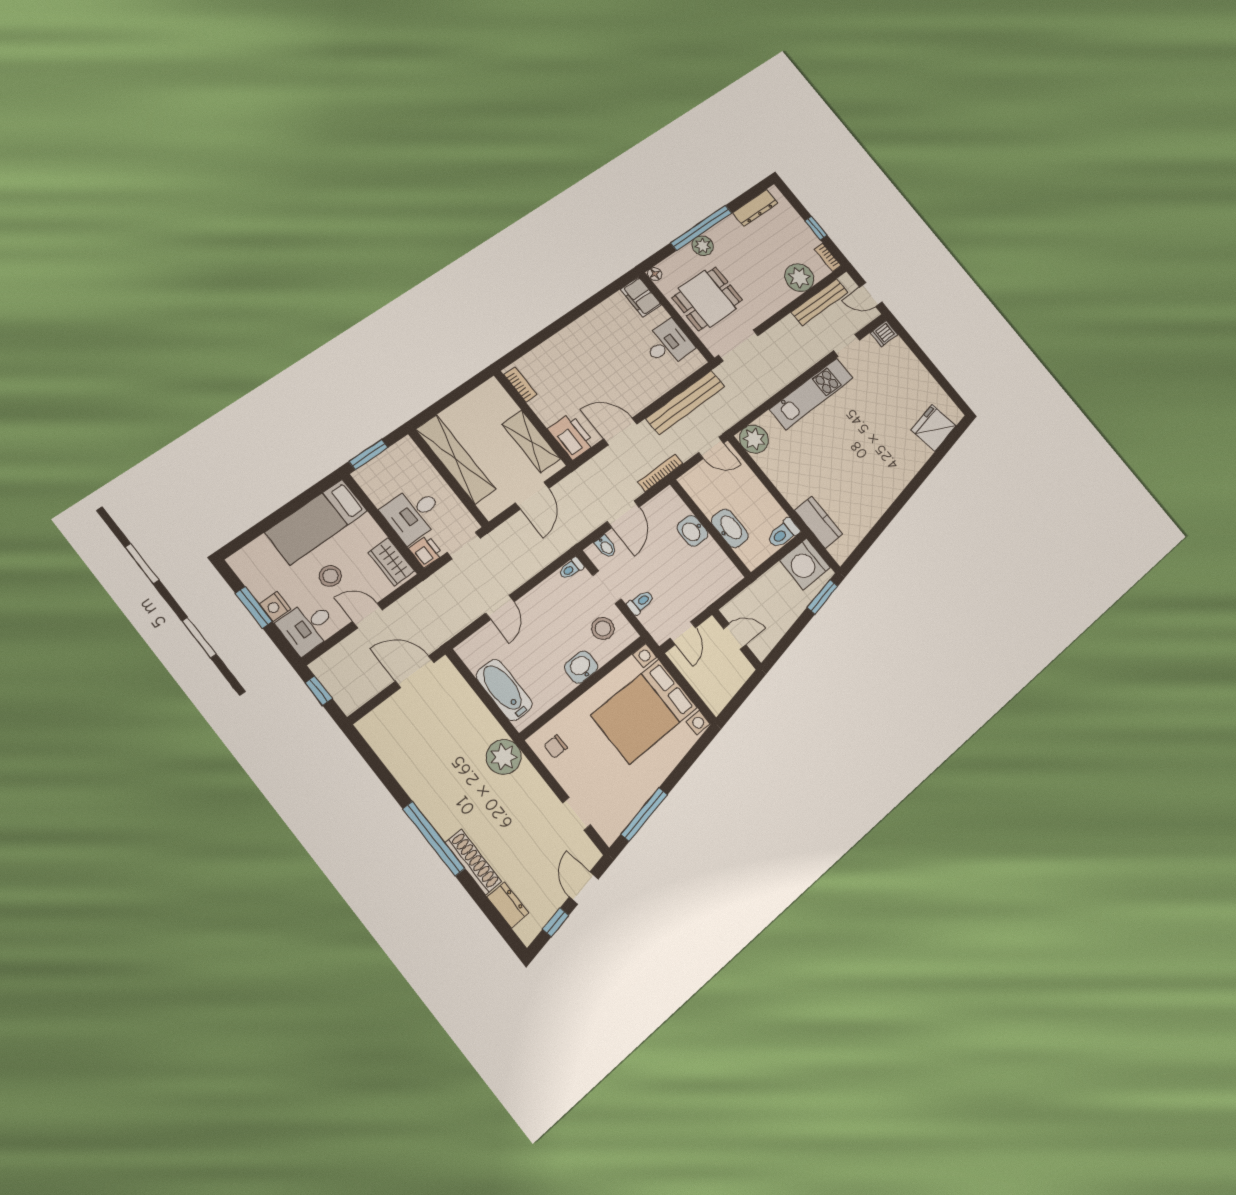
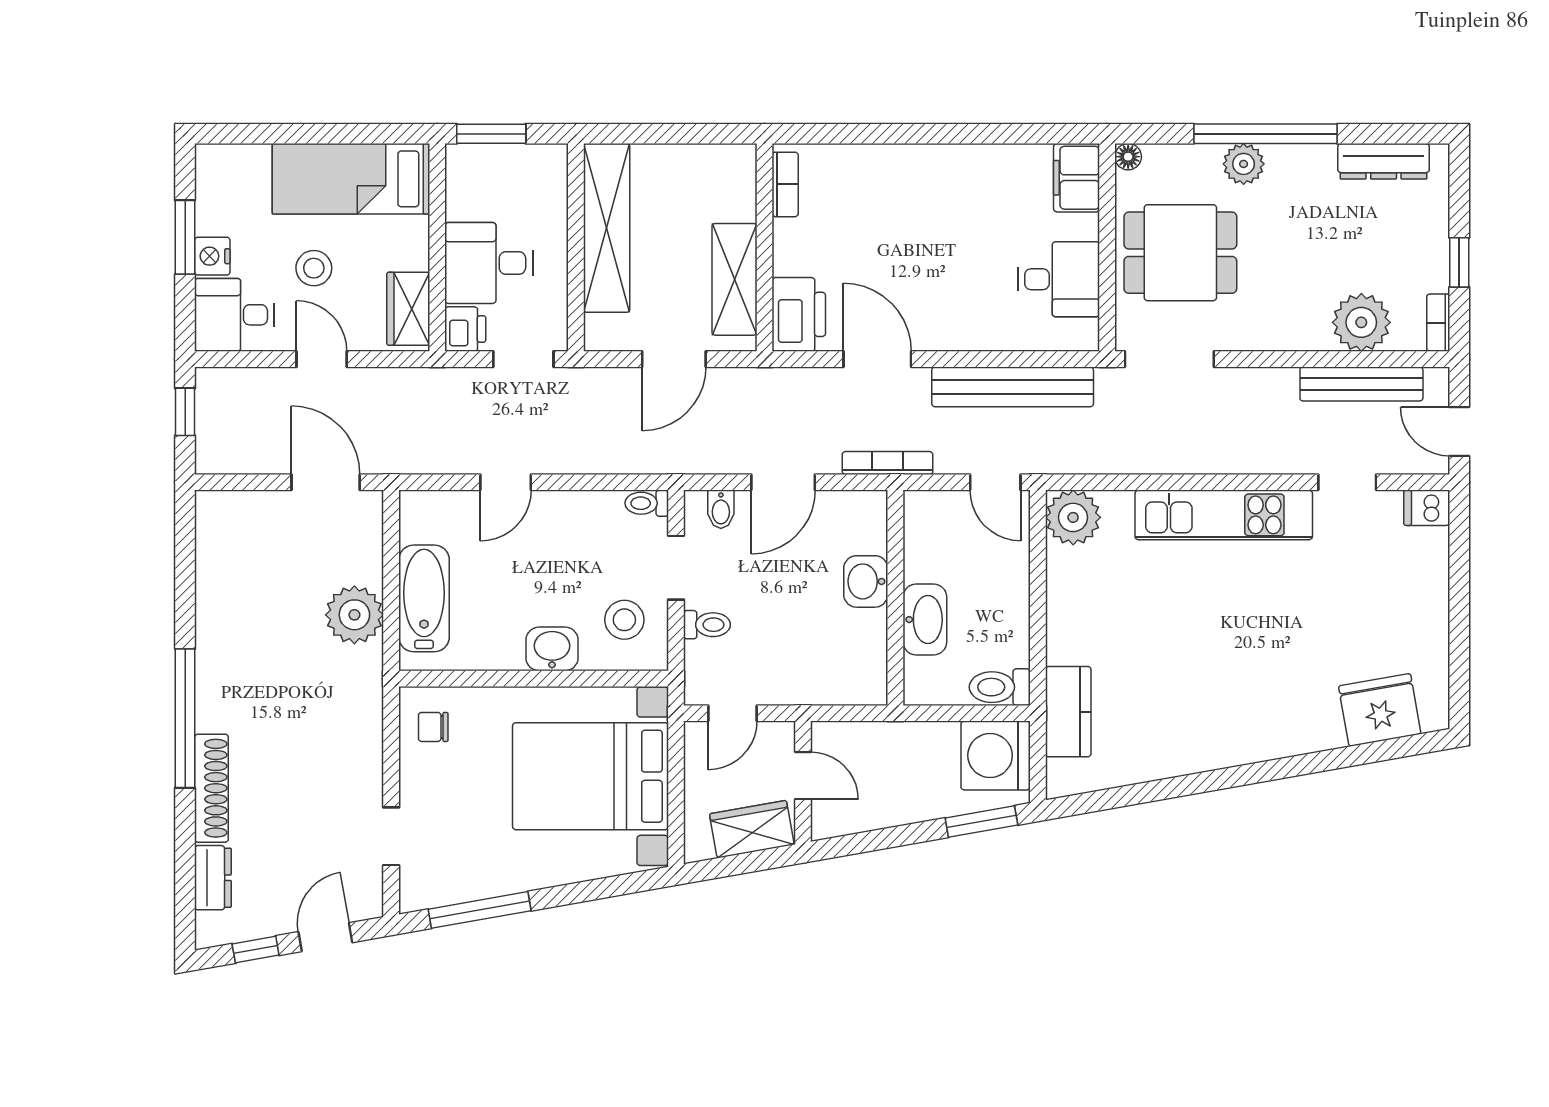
wardrobe: (732, 678) -> (752, 829), added
plant: (504, 757) -> (354, 615), moved

